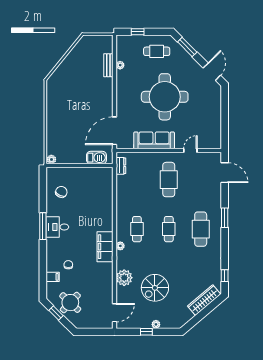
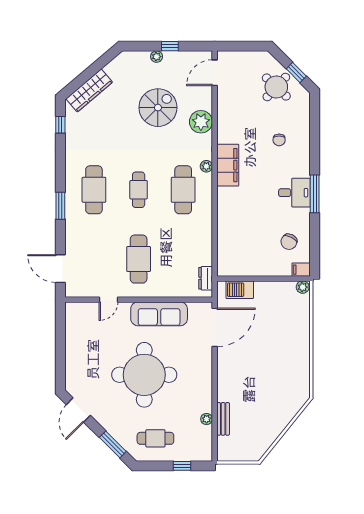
cafe table: (137, 229) -> (183, 190), width x1.37, depth x1.35
filing cabinet: (53, 277) -> (301, 270), moved

